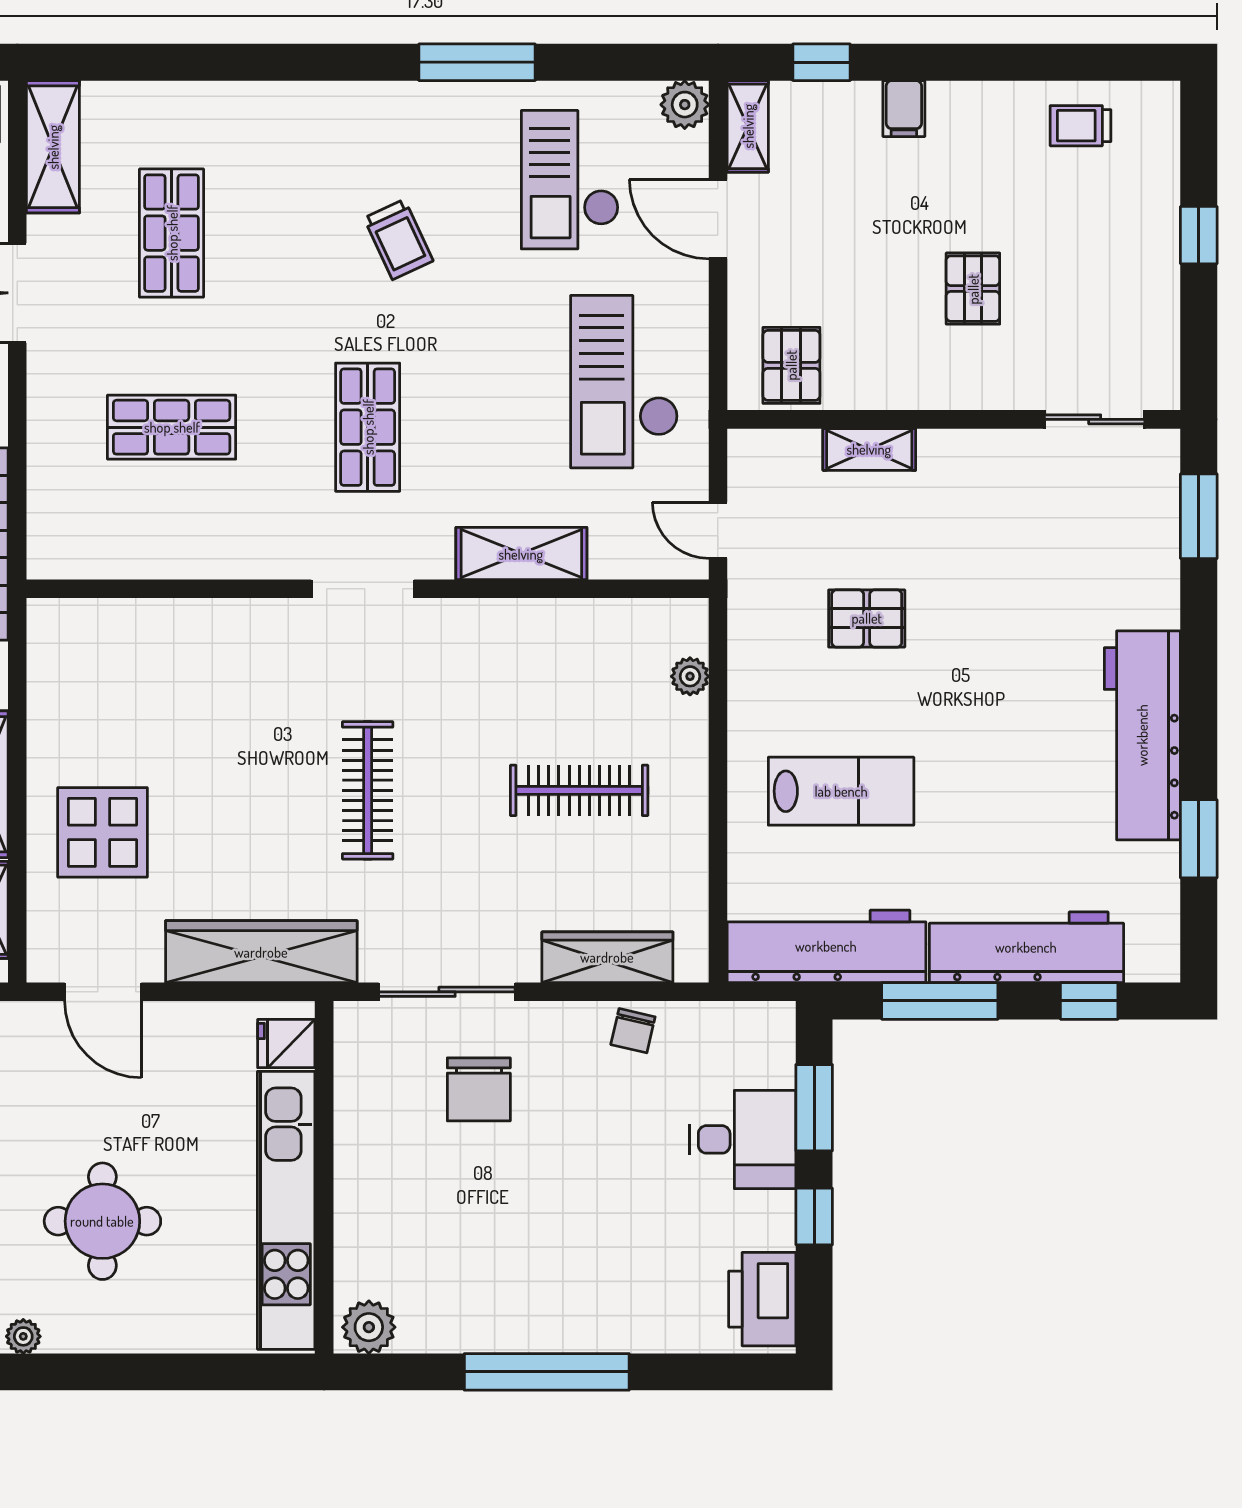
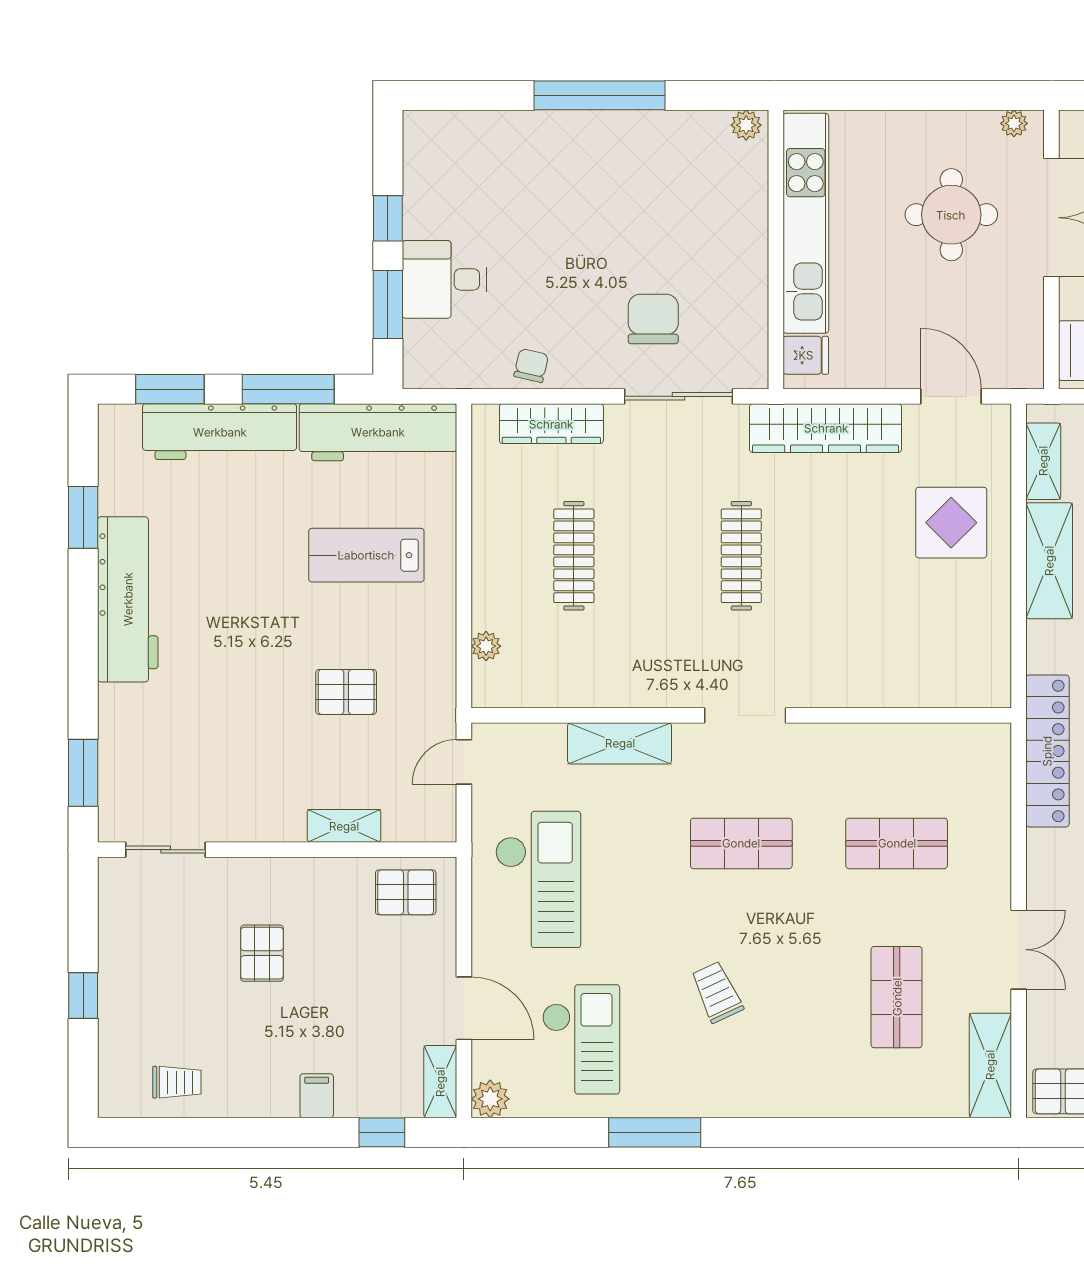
pallet: (791, 365) -> (406, 892), turned 90
shop shelf: (368, 427) -> (741, 843), turned 90
door: (718, 530) -> (464, 762), swing flipped
clothes rail: (579, 790) -> (574, 556), turned 90
window: (1089, 1001) -> (170, 389), width x1.50
printer: (762, 1299) -> (429, 153), removed
plant: (369, 1327) -> (746, 125), width x0.73, depth x0.73

